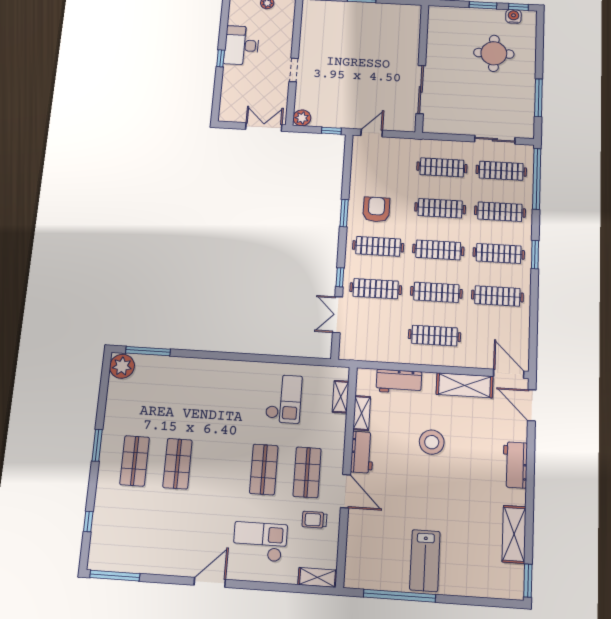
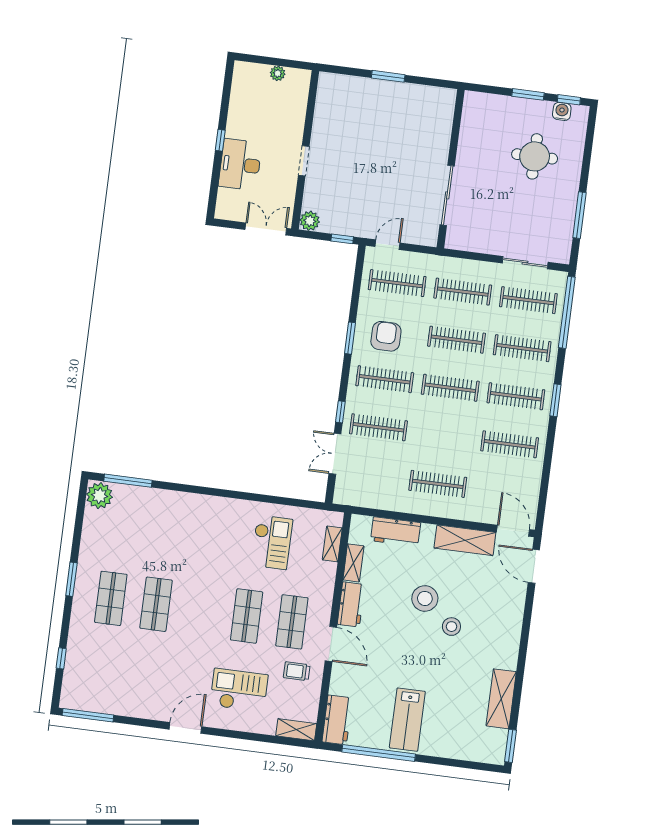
desk: (242, 45) -> (240, 164), moved
clothes rail: (436, 292) -> (397, 283), moved
workbench: (515, 465) -> (337, 720), moved, turned 180
stool: (459, 467) -> (451, 627), added

